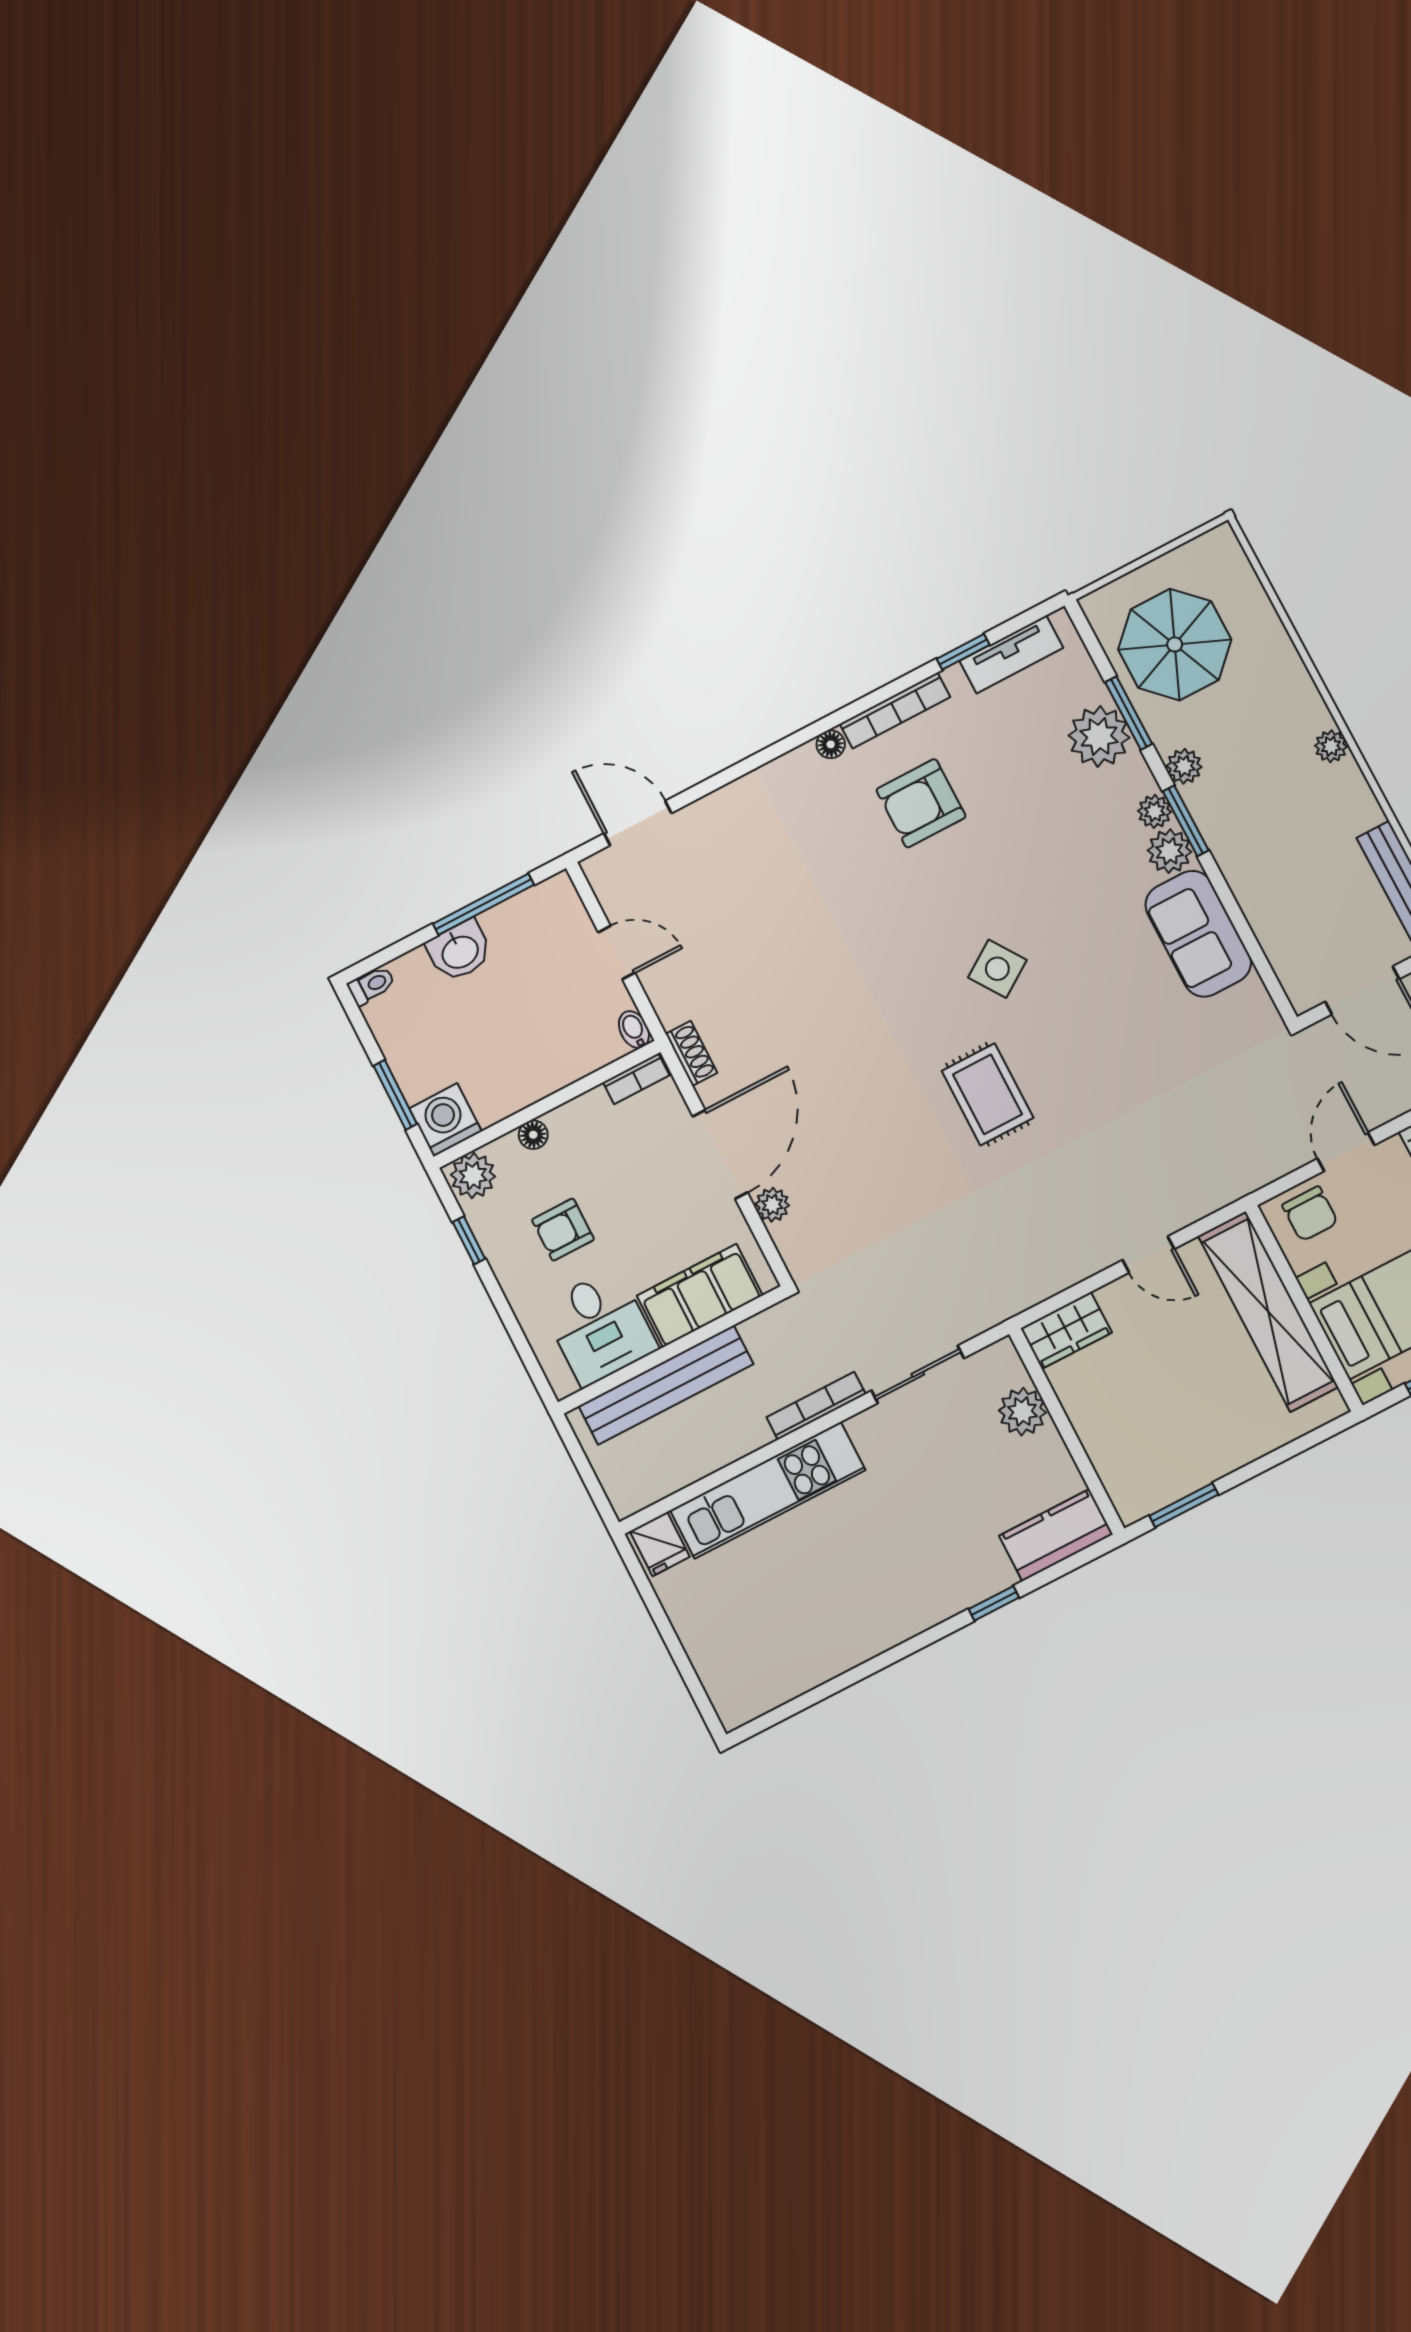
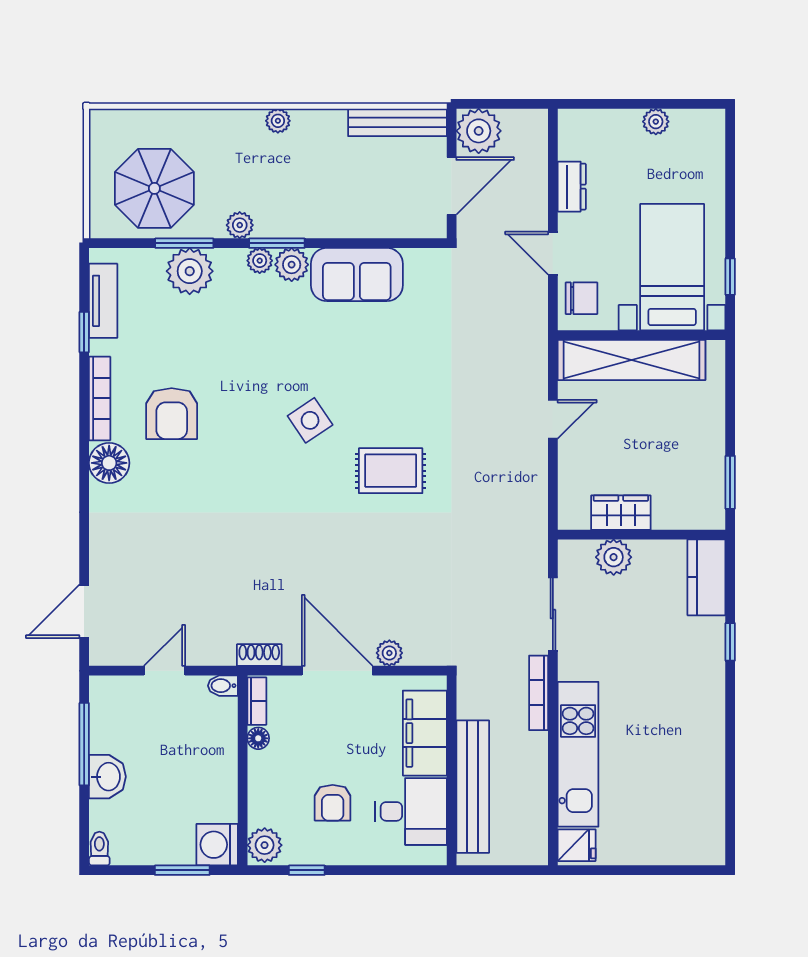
floor lamp: (831, 744) -> (109, 463), width x1.89, depth x1.89
floor lamp: (533, 1135) -> (258, 738), moved
wardrobe: (1066, 1330) -> (621, 513), moved, turned -90

